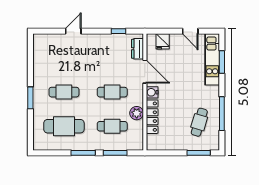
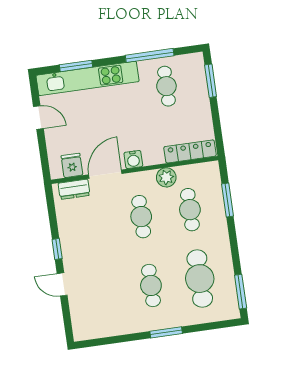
window: (118, 31) -> (57, 249), moved
door: (190, 31) -> (38, 118), hinge flipped
fridge: (163, 41) -> (72, 165), moved, turned -90
kitchen unit: (212, 59) -> (88, 78), width x1.36
locker: (152, 117) -> (190, 151), moved
cafe table: (199, 122) -> (166, 86), turned 73
window: (83, 153) -> (241, 292), moved

